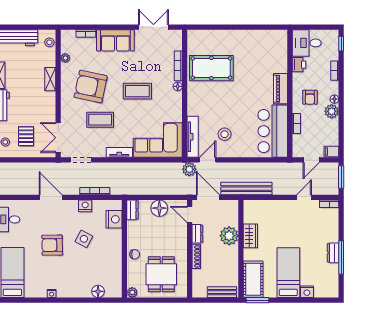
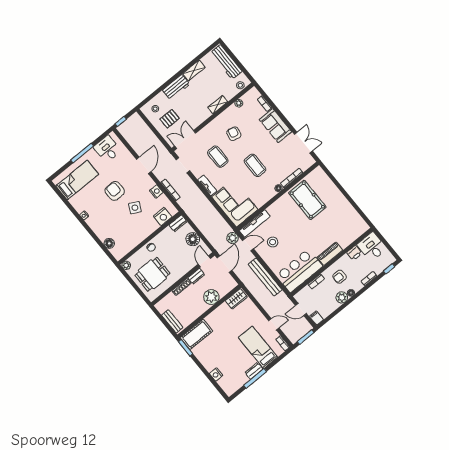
armchair: (91, 87) -> (234, 134), width x0.53, depth x0.53
bench: (246, 189) -> (265, 277), moved
wardrobe: (250, 236) -> (236, 299), moved
bed: (288, 273) -> (258, 347), moved, turned -90

